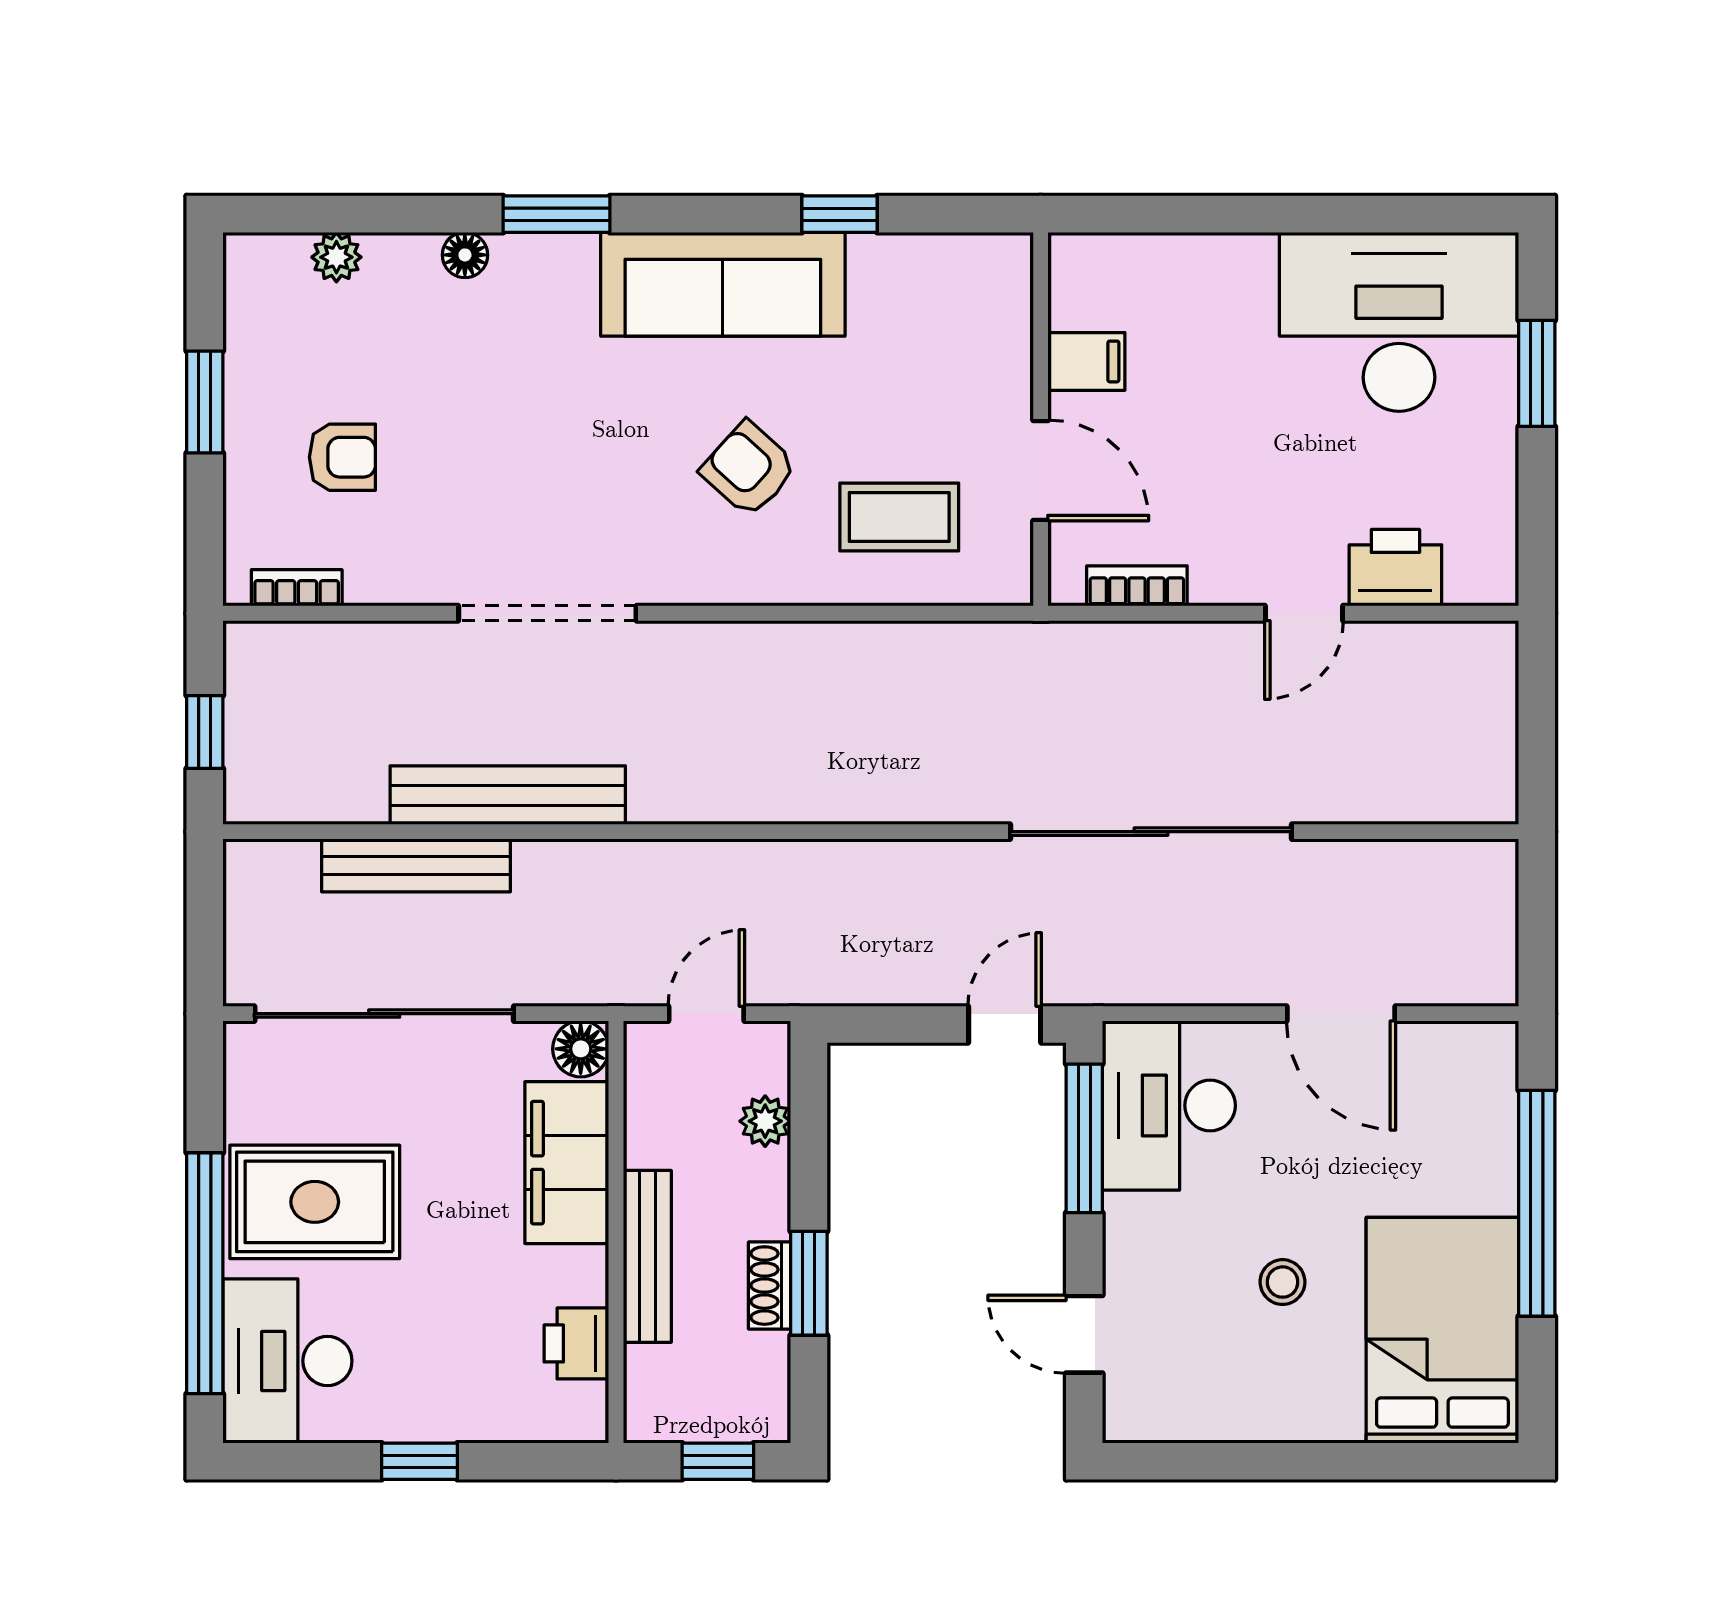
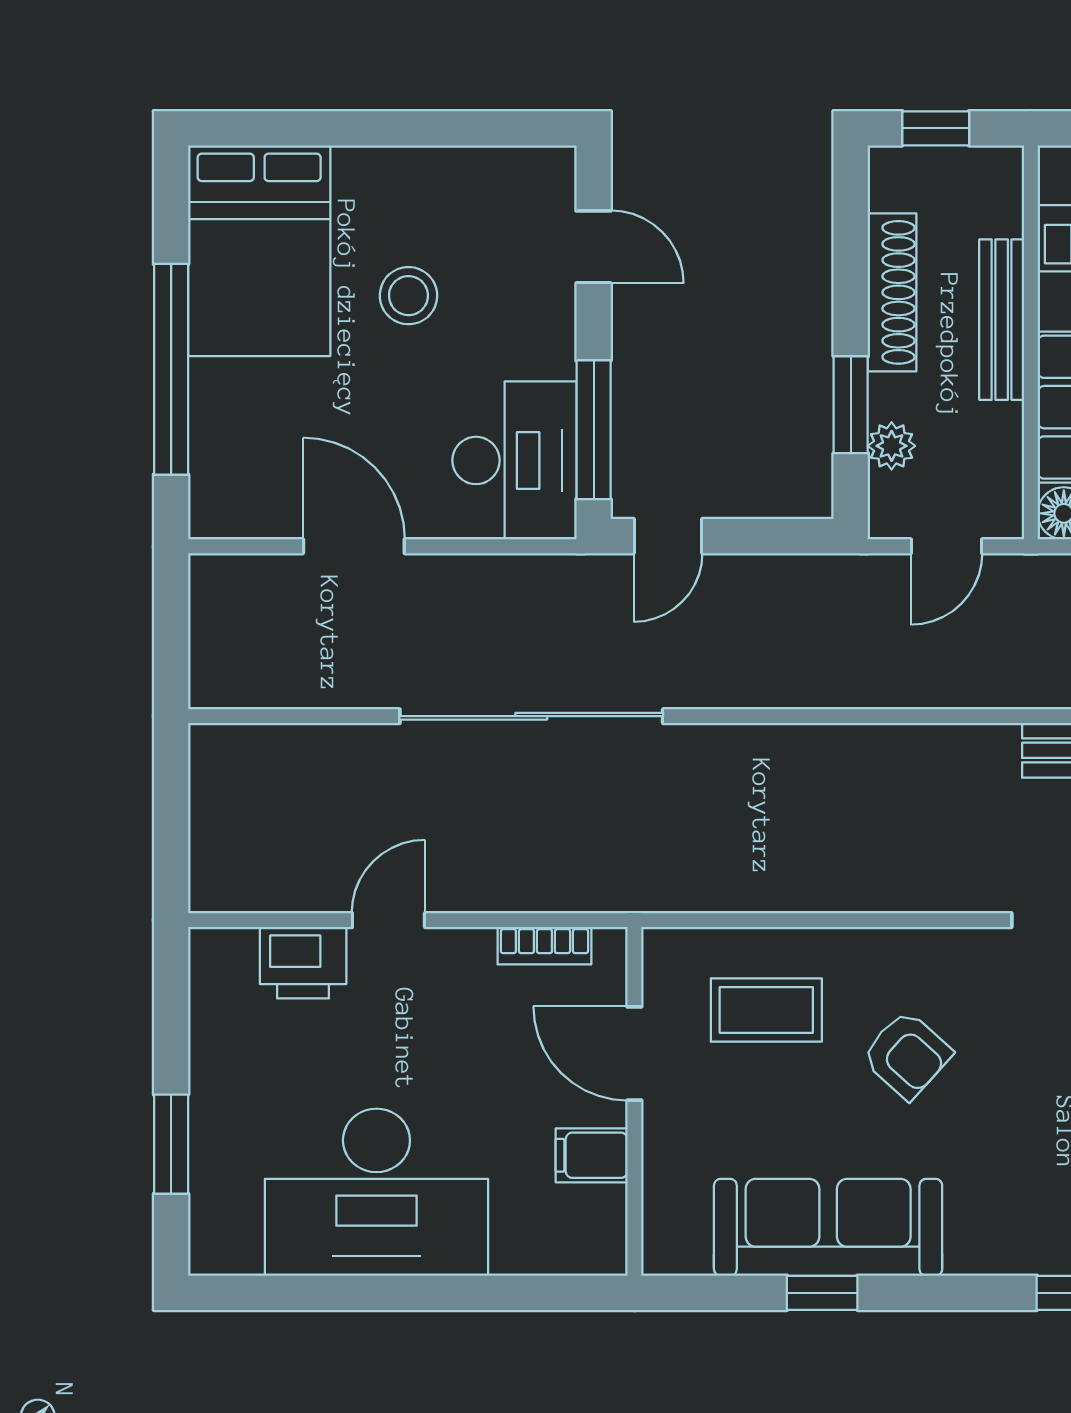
sofa: (723, 284) -> (828, 1227), moved
desk: (1399, 322) -> (376, 1192), moved
stool: (1283, 1282) -> (408, 296), width x1.37, depth x1.37
window: (809, 1283) -> (851, 405), moved
shoe rack: (770, 1286) -> (892, 292), width x1.94, depth x1.24

